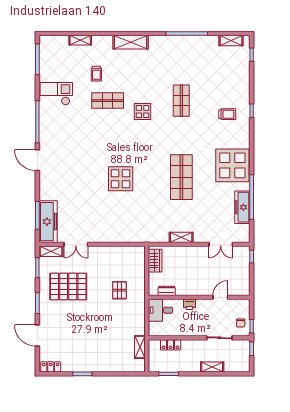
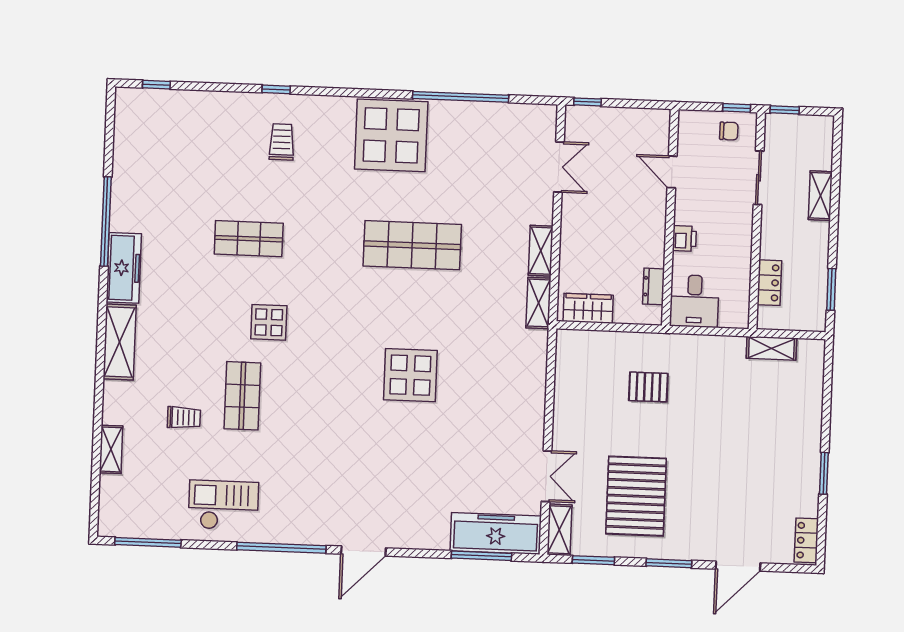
shelving: (231, 41) -> (538, 303), moved
checkout: (56, 94) -> (223, 505), turned 90
freezer: (242, 207) -> (124, 268), moved, turned -90

